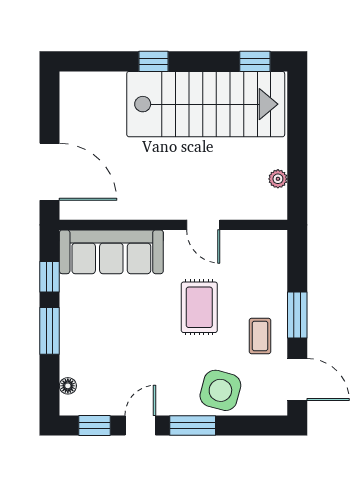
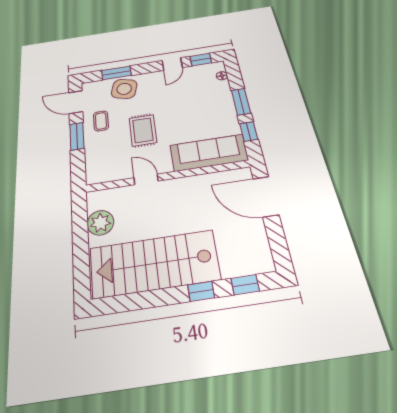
window: (255, 61) -> (245, 285), moved
plant: (278, 179) -> (100, 223), width x1.88, depth x1.88
window: (193, 425) -> (116, 73), moved

